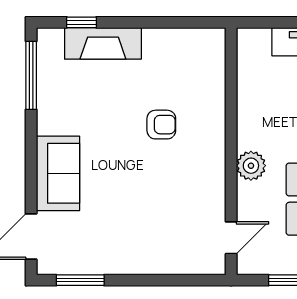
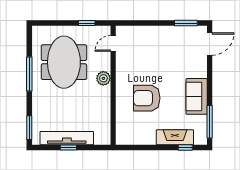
armchair: (161, 125) -> (147, 98), width x1.88, depth x1.88
sofa: (58, 173) -> (197, 96), moved

